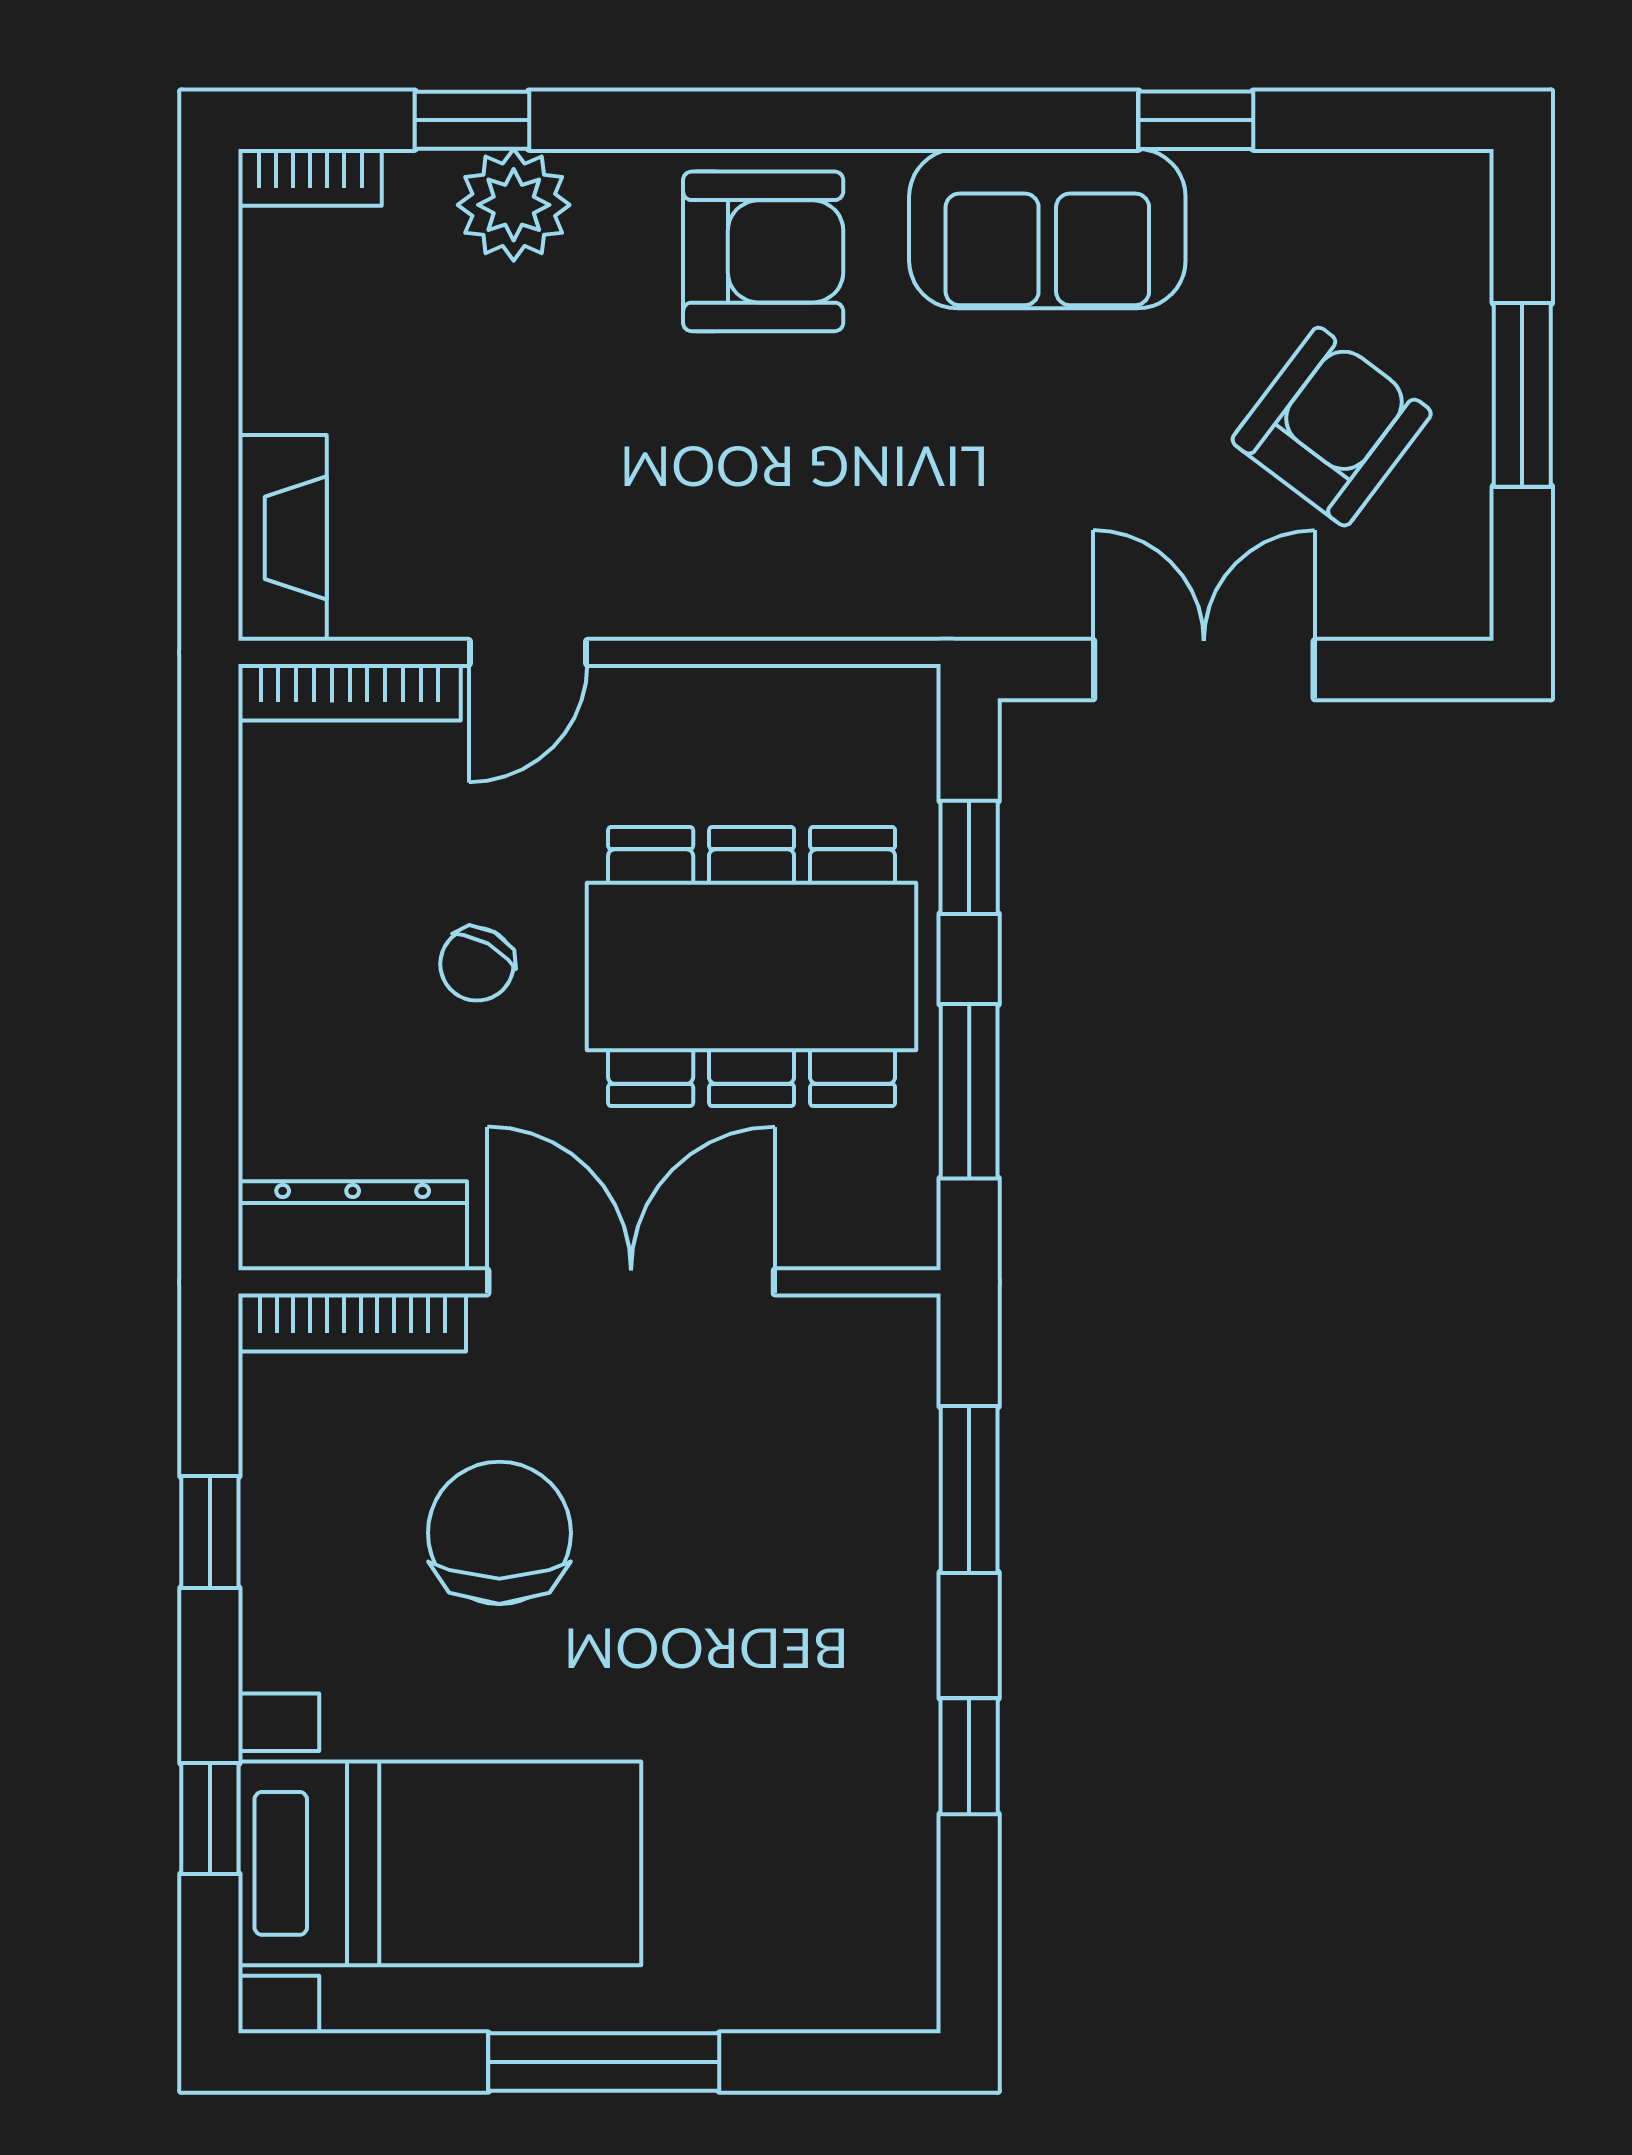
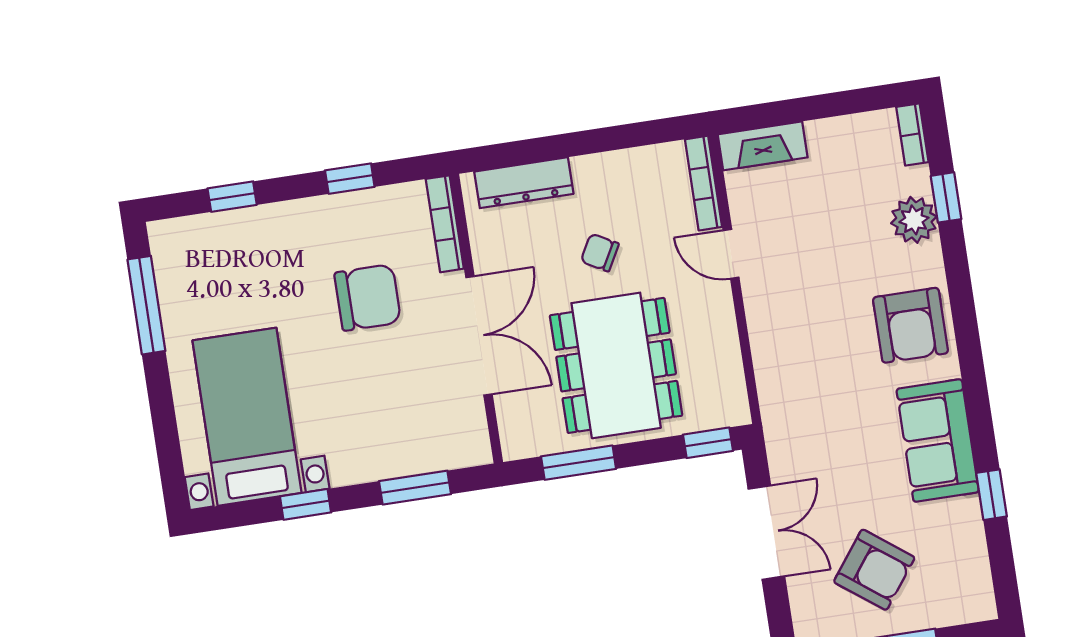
window: (969, 857) -> (708, 443), moved
dresser: (353, 1226) -> (524, 183), moved, turned 90
bed with nightstands: (440, 1863) -> (247, 417), moved, turned 180
window: (604, 2062) -> (146, 305), moved

